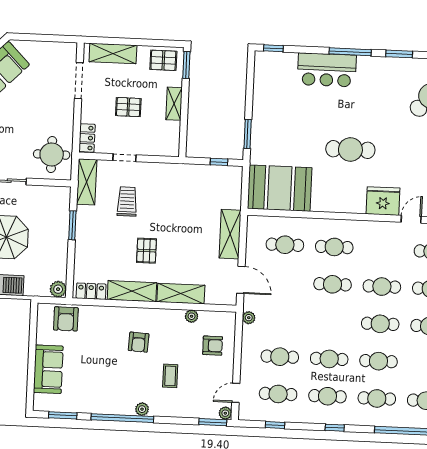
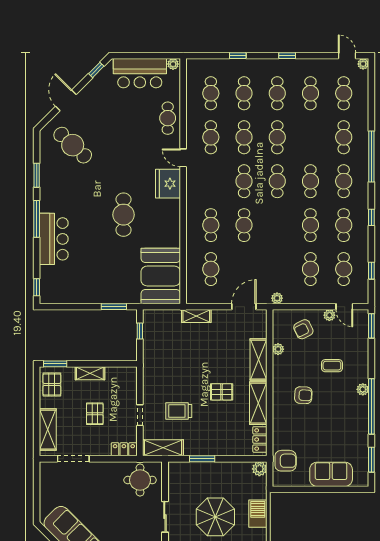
shelving: (230, 234) -> (196, 316), width x0.67, depth x0.75
armchair: (213, 346) -> (303, 329), turned -116
plant: (225, 413) -> (329, 315), moved

